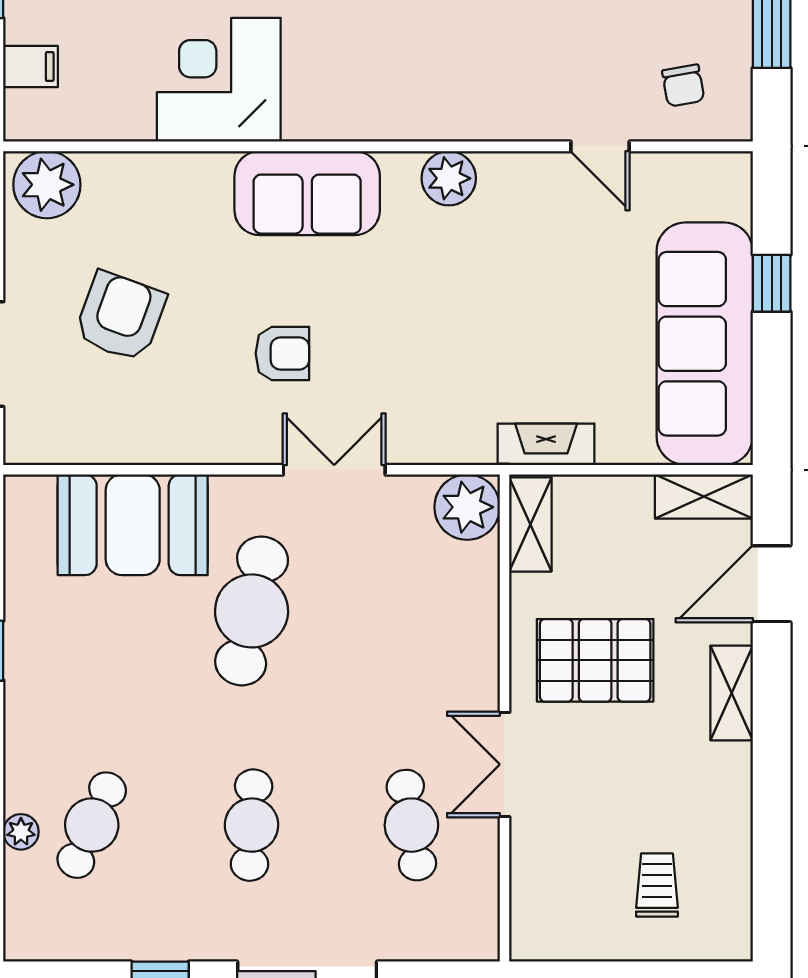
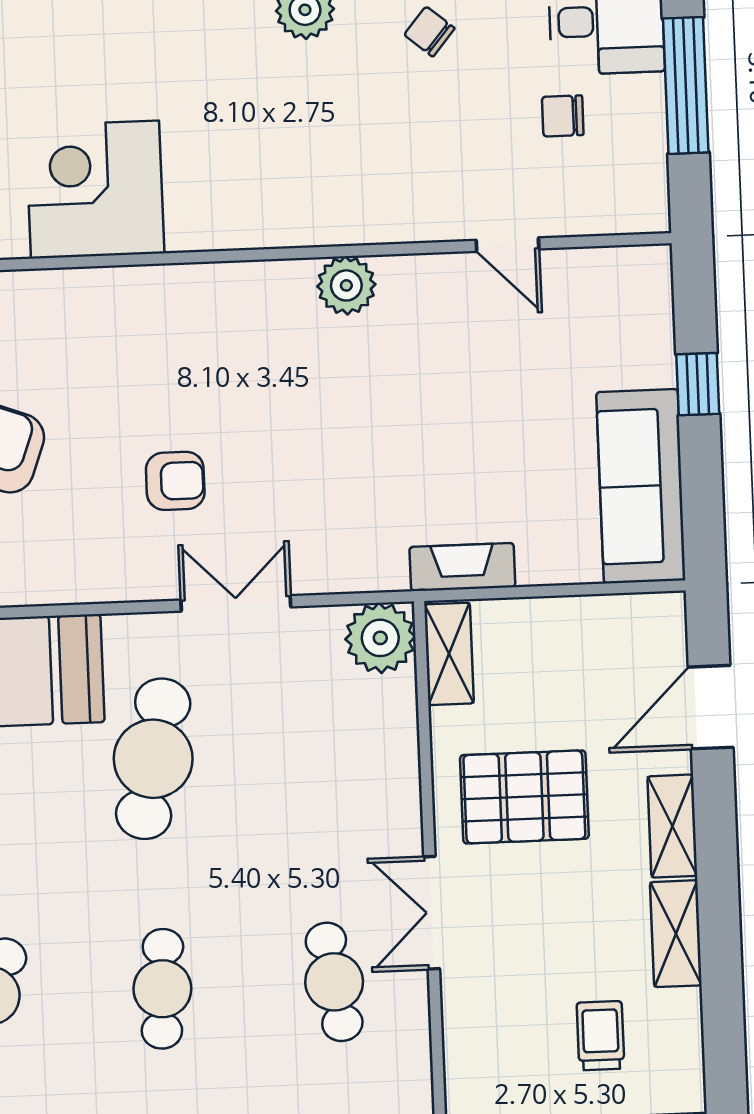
chair: (683, 85) -> (563, 116), moved, turned 100
sofa: (307, 193) -> (195, 308), removed
sofa: (705, 344) -> (641, 486), width x0.74, depth x0.79
shelving: (704, 496) -> (676, 934), moved, turned 90

